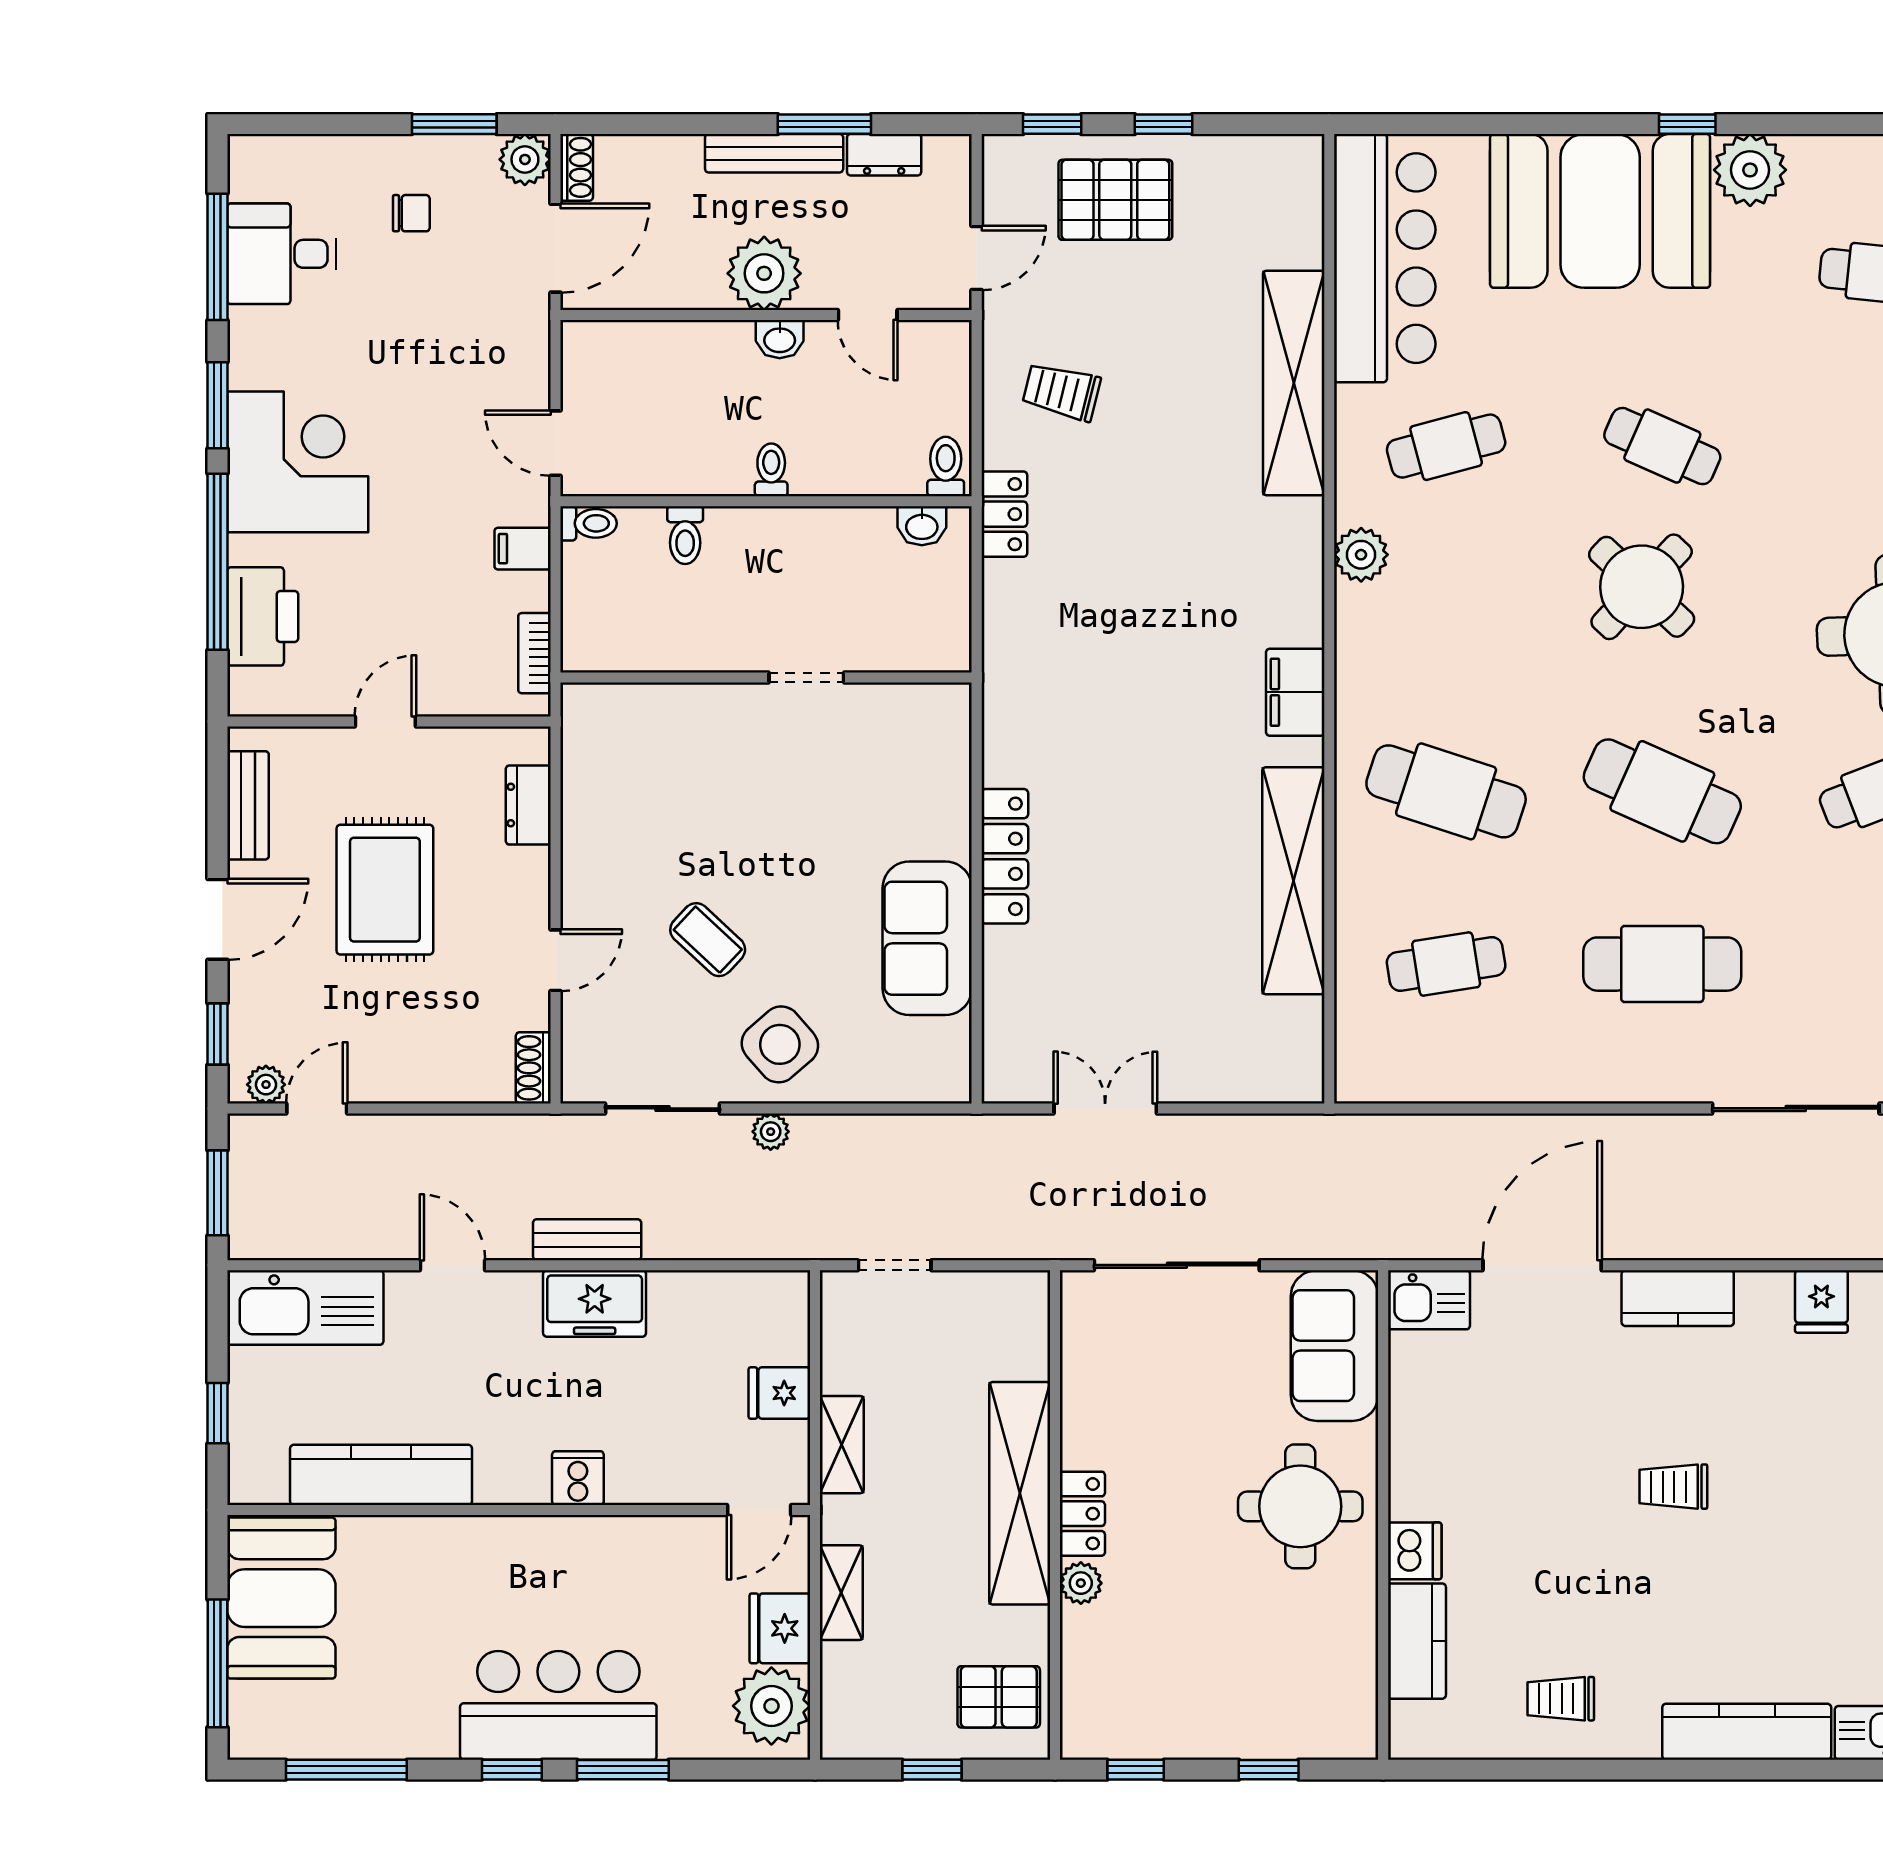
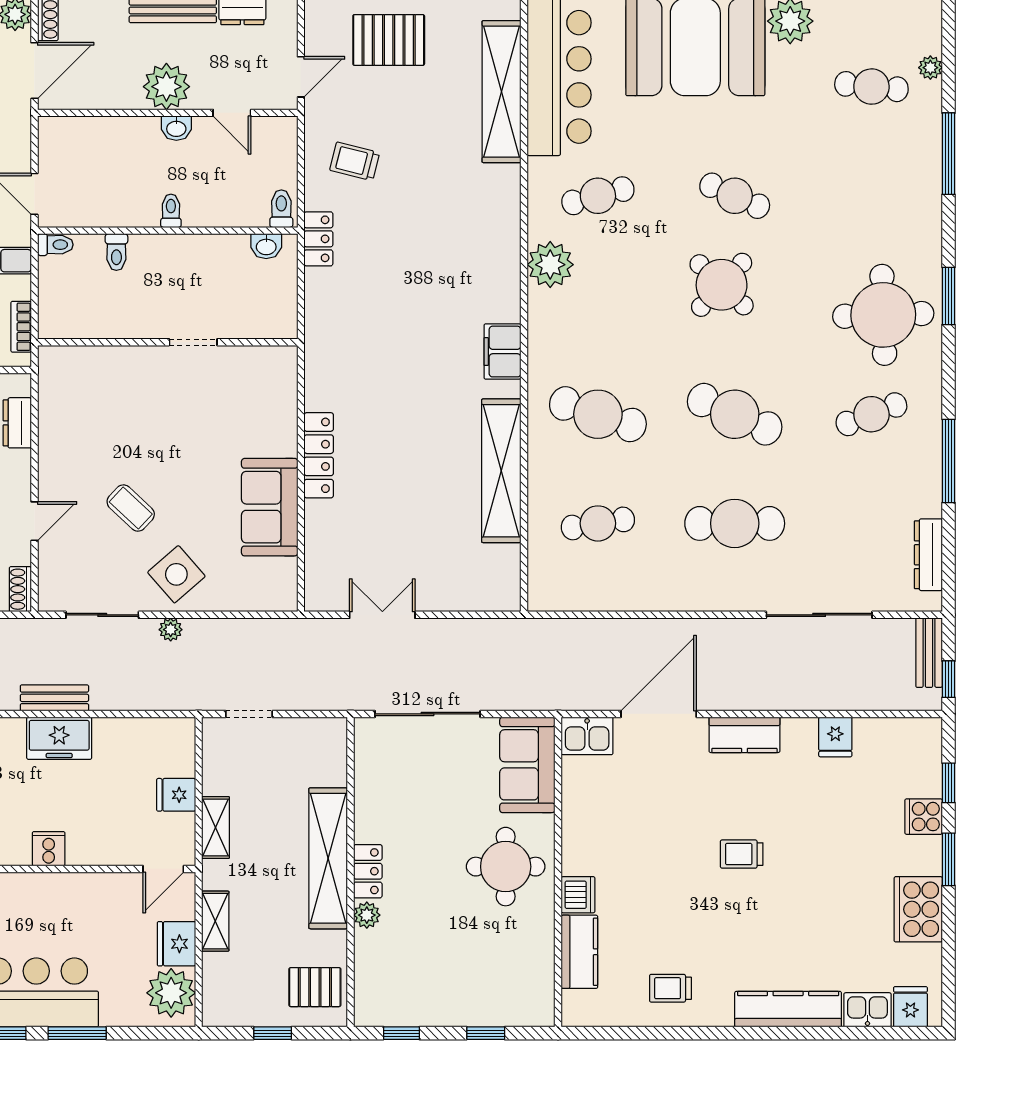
shelving: (1294, 383) -> (501, 92), moved
plant: (1361, 555) -> (550, 265), width x1.36, depth x1.36

